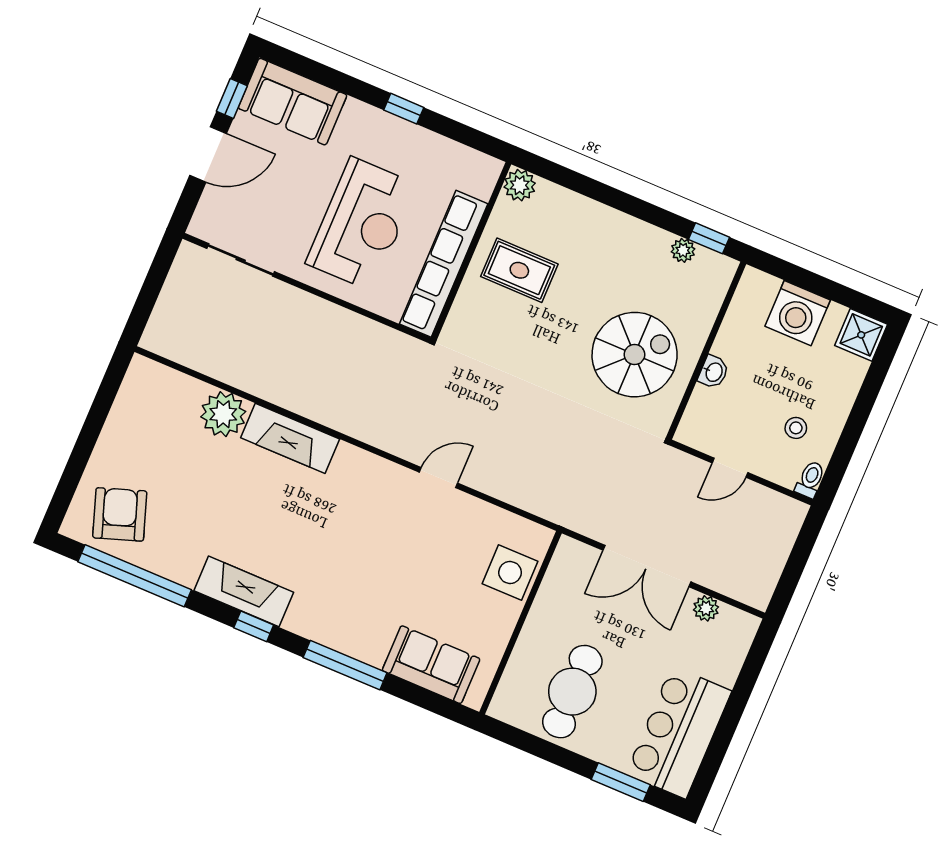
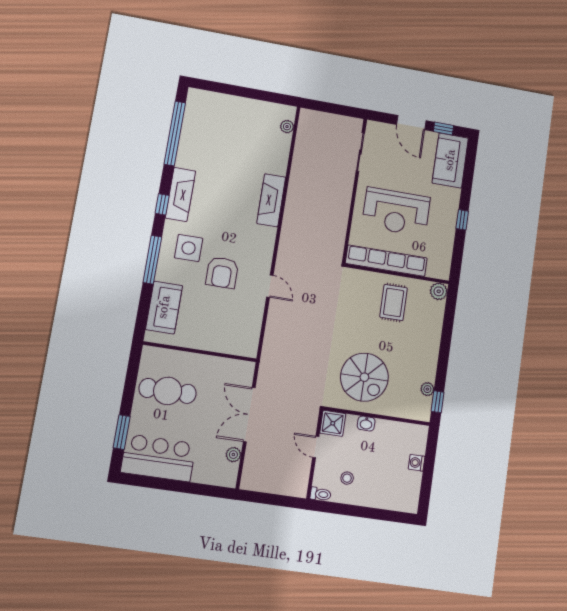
washing machine: (798, 313) -> (417, 463), width x0.53, depth x0.53
shower: (861, 335) -> (333, 423), moved
plant: (223, 414) -> (287, 127), moved, width x0.53, depth x0.53
armchair: (120, 514) -> (222, 273), moved, turned 109
side table: (510, 572) -> (189, 248), moved

